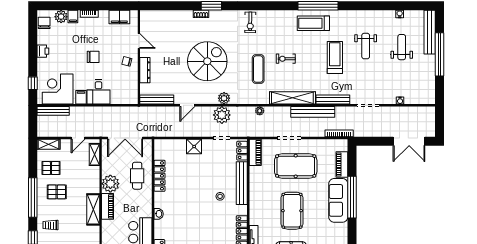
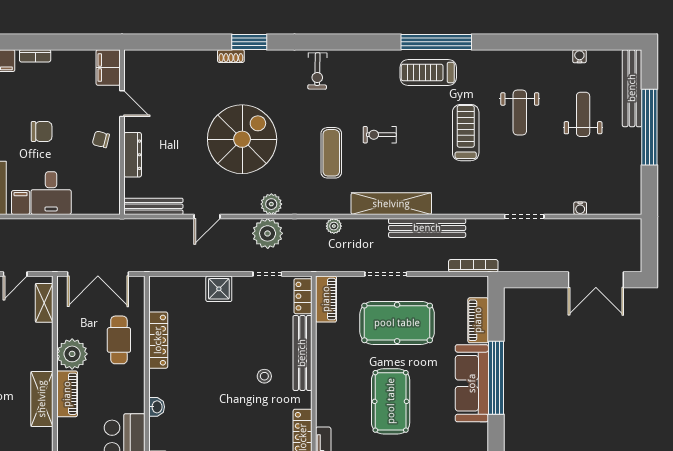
filing cabinet: (119, 17) -> (108, 68), moved, turned 90
bench: (333, 100) -> (462, 206), removed

